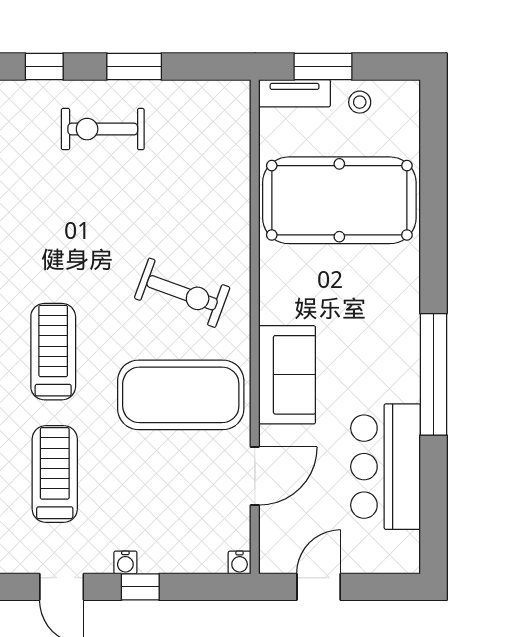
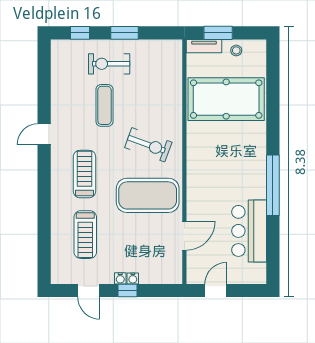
exercise mat: (94, 213) -> (104, 105), added
sofa: (287, 375) -> (200, 185), removed
treadmill: (55, 474) -> (85, 235), turned 180
water cooler: (240, 563) -> (133, 278), moved

